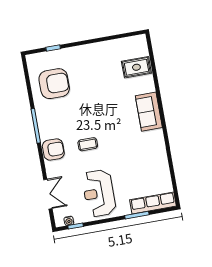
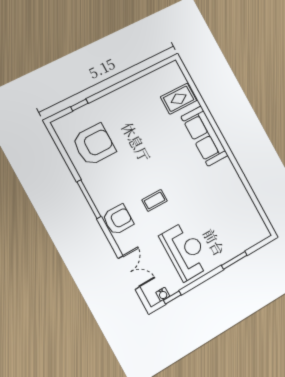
sofa: (149, 112) -> (205, 136), width x1.36
reception desk: (99, 193) -> (185, 251), turned 180
row of seats: (153, 203) -> (247, 241), removed

